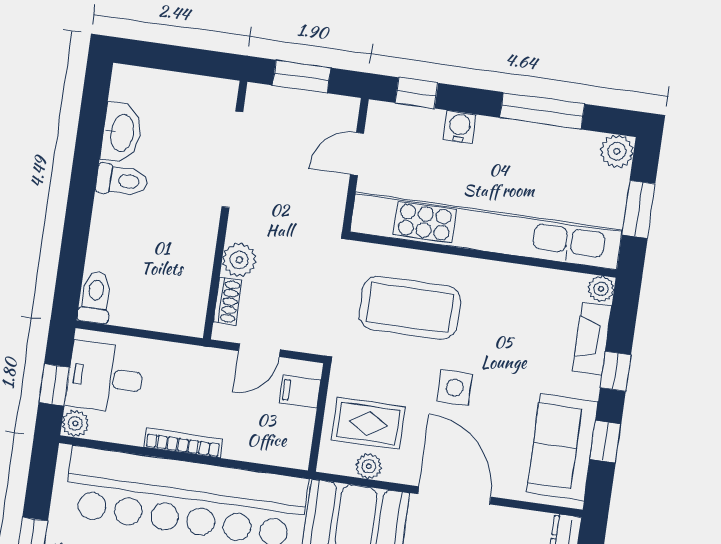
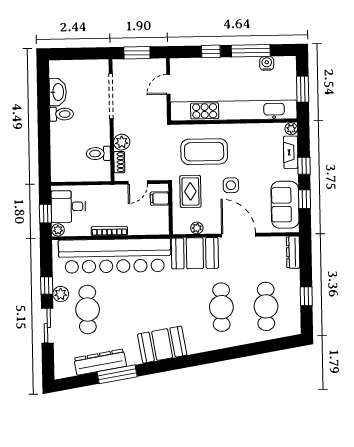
window: (417, 93) -> (211, 51), moved
water cooler: (459, 127) -> (267, 63), moved
plant: (617, 151) -> (288, 64), removed
toilet: (95, 297) -> (98, 153), moved, turned -90
rug: (368, 423) -> (190, 191), moved, turned 90

